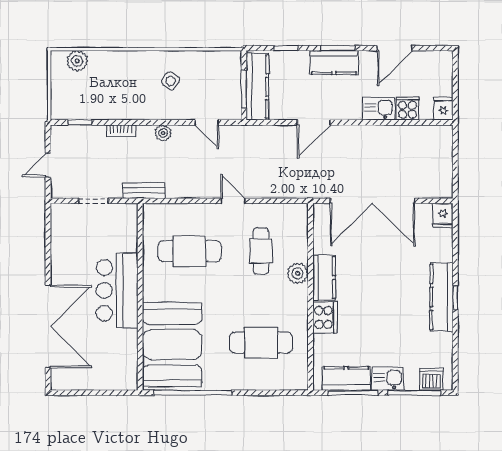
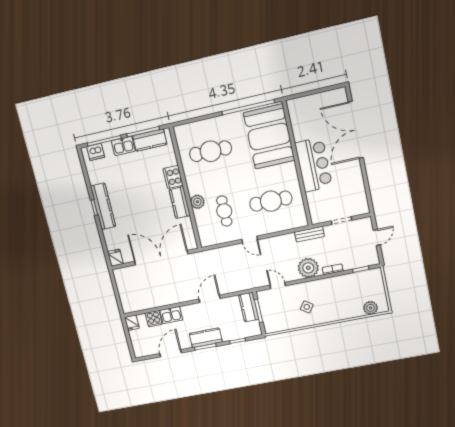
kitchen counter: (257, 87) -> (249, 307), width x0.67
plant: (163, 133) -> (308, 268), width x1.87, depth x1.87

